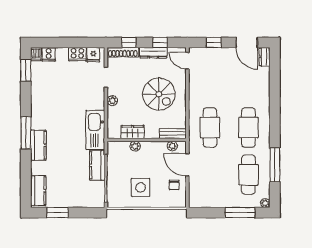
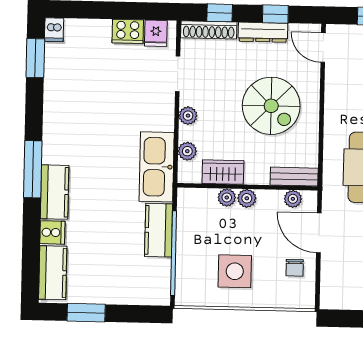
cooker: (49, 54) -> (52, 232), moved, turned -90
plant: (112, 121) -> (187, 151), added
plant: (146, 146) -> (247, 198), added

